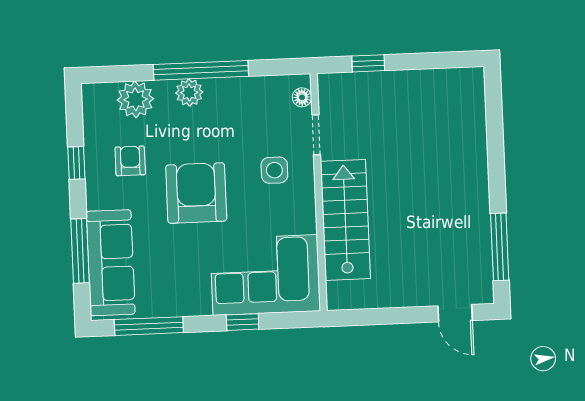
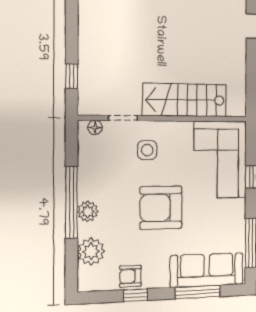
armchair: (130, 161) -> (130, 276), moved

